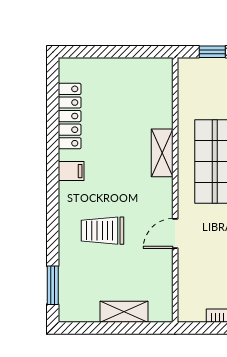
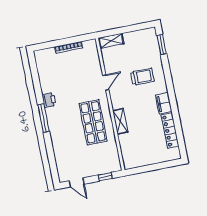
filing cabinet: (71, 171) -> (164, 103), width x2.00
shelving: (124, 312) -> (111, 41), moved

